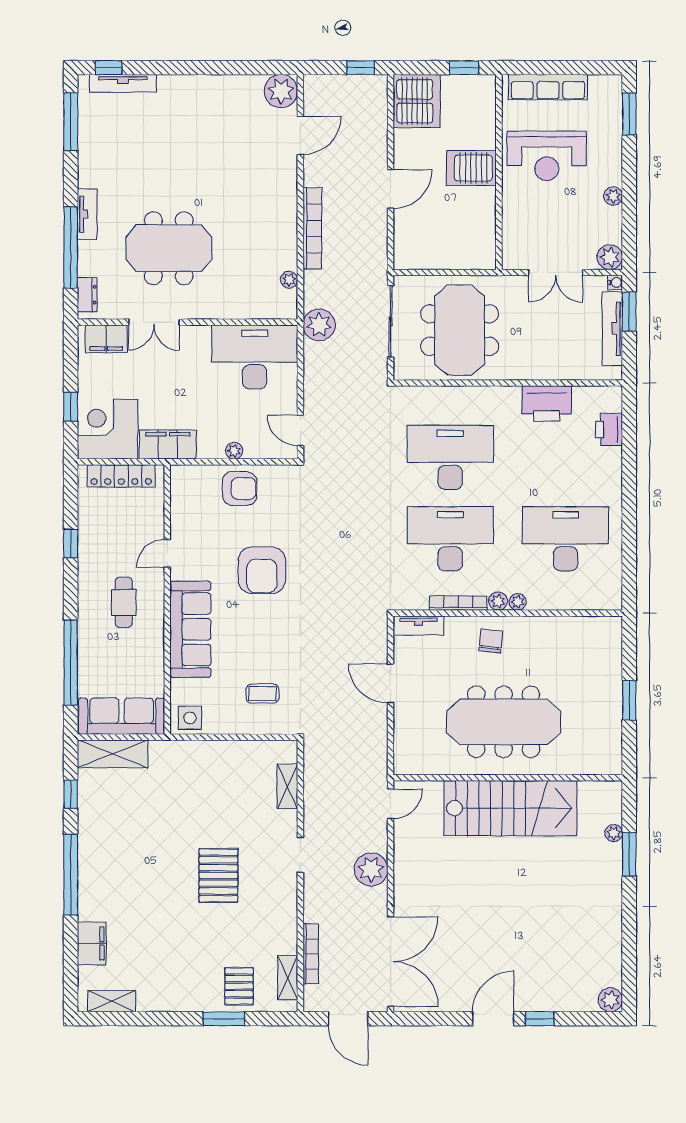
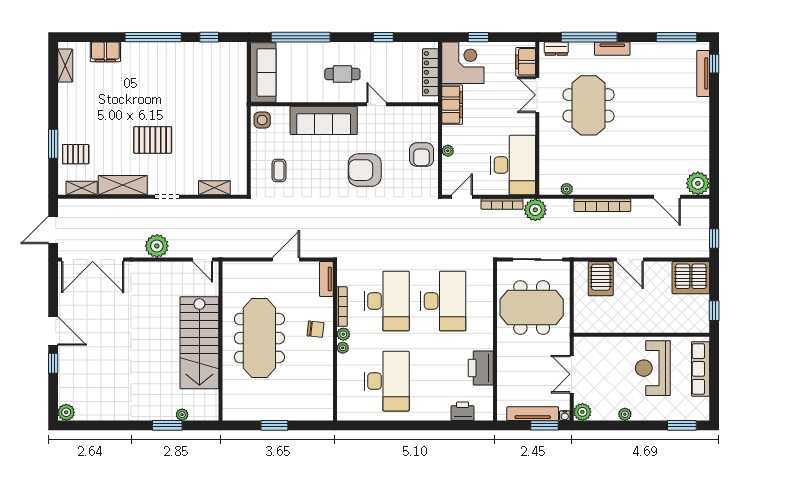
server rack: (471, 168) -> (601, 279), moved, turned 180
shelving: (113, 754) -> (123, 185), moved, turned 90
bookcase: (311, 954) -> (502, 204), moved

